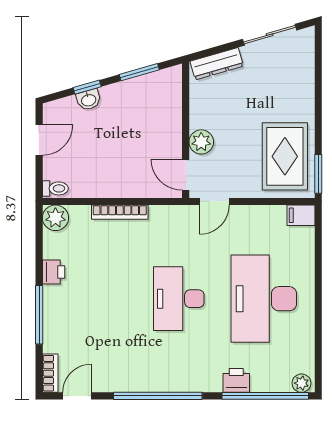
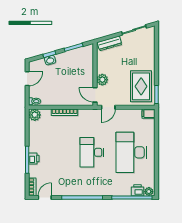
printer: (54, 272) -> (34, 158), moved
printer: (236, 380) -> (137, 190), moved

